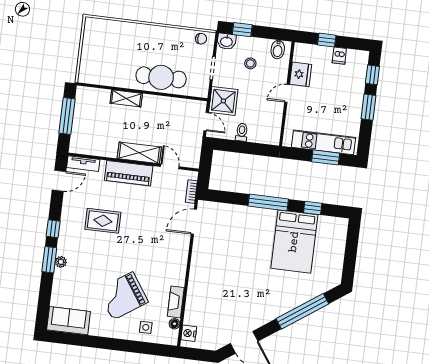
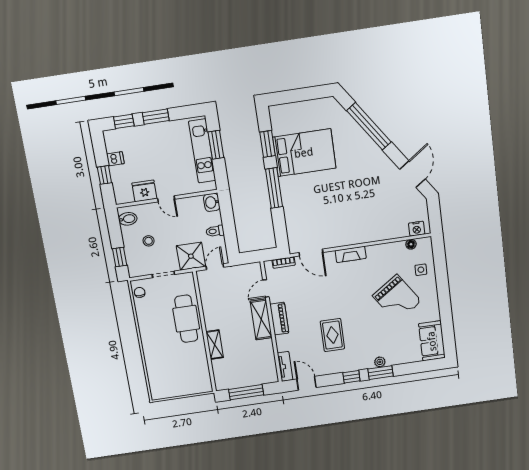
washbasin: (226, 41) -> (212, 202), moved, turned 180
piano: (129, 173) -> (279, 319), width x0.73, depth x0.75
window: (313, 208) -> (267, 144), width x1.50
fireplace: (176, 302) -> (351, 254), moved

